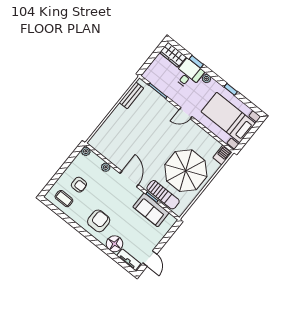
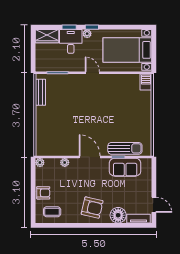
window: (231, 89) -> (92, 27), moved
door: (186, 113) -> (92, 73), swing flipped
parasol: (186, 171) -> (128, 116), removed
armchair: (79, 185) -> (43, 193), moved
armchair: (99, 221) -> (92, 208), turned 103

